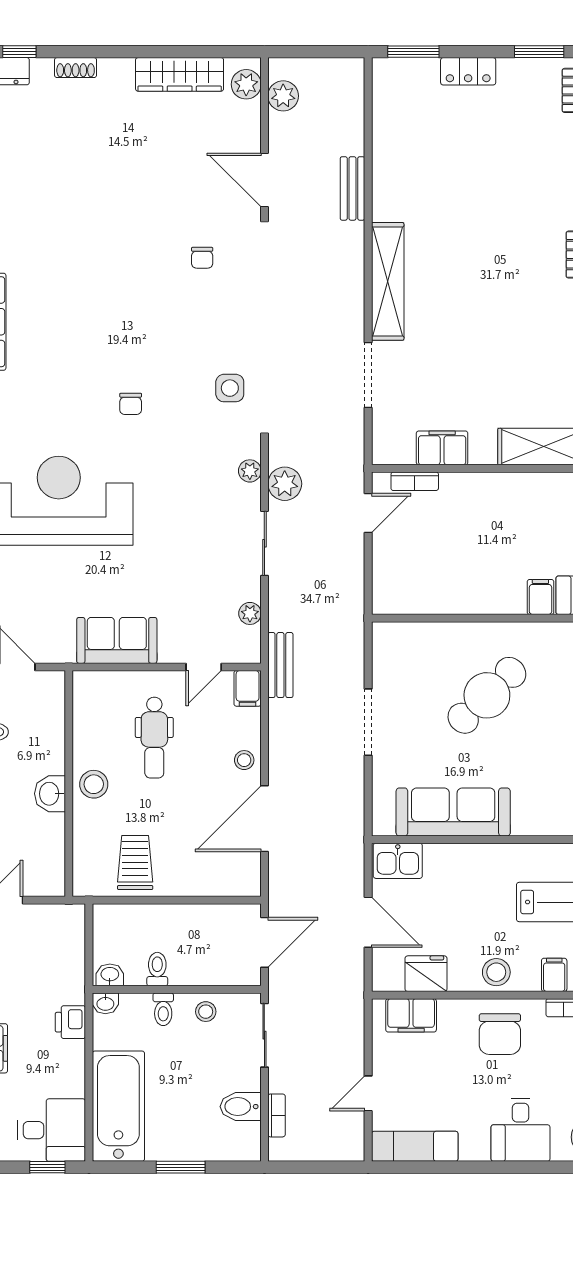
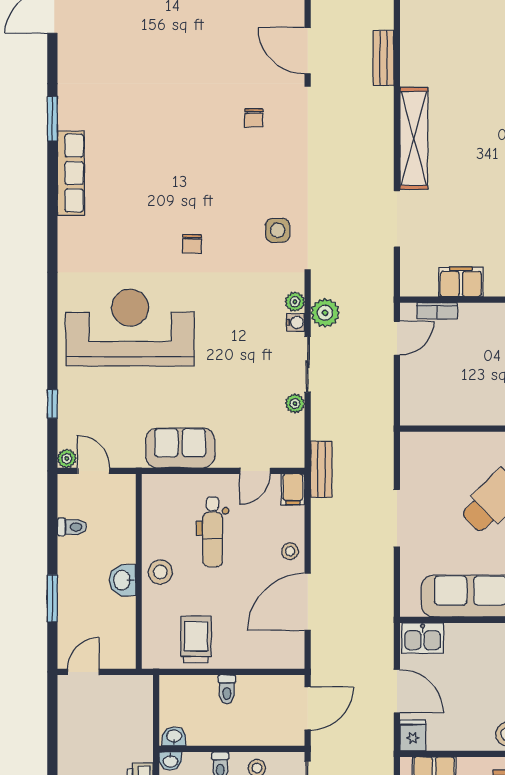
water cooler: (251, 495) -> (296, 322), added
plant: (250, 613) -> (295, 404), moved
toilet: (157, 969) -> (227, 689), moved, turned 180
fridge: (426, 974) -> (413, 735), moved, width x0.72

